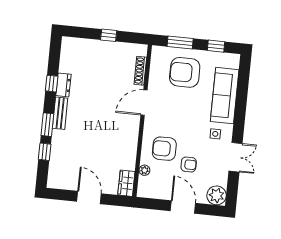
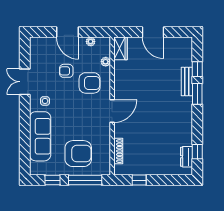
window: (109, 35) -> (139, 180), moved
window: (180, 43) -> (85, 180), width x1.44
window: (52, 84) -> (197, 152), moved
dresser: (63, 85) -> (186, 157), moved
door: (144, 103) -> (112, 111), moved
bench: (60, 113) -> (187, 81), moved
plant: (217, 195) -> (91, 42), moved, width x0.53, depth x0.53

